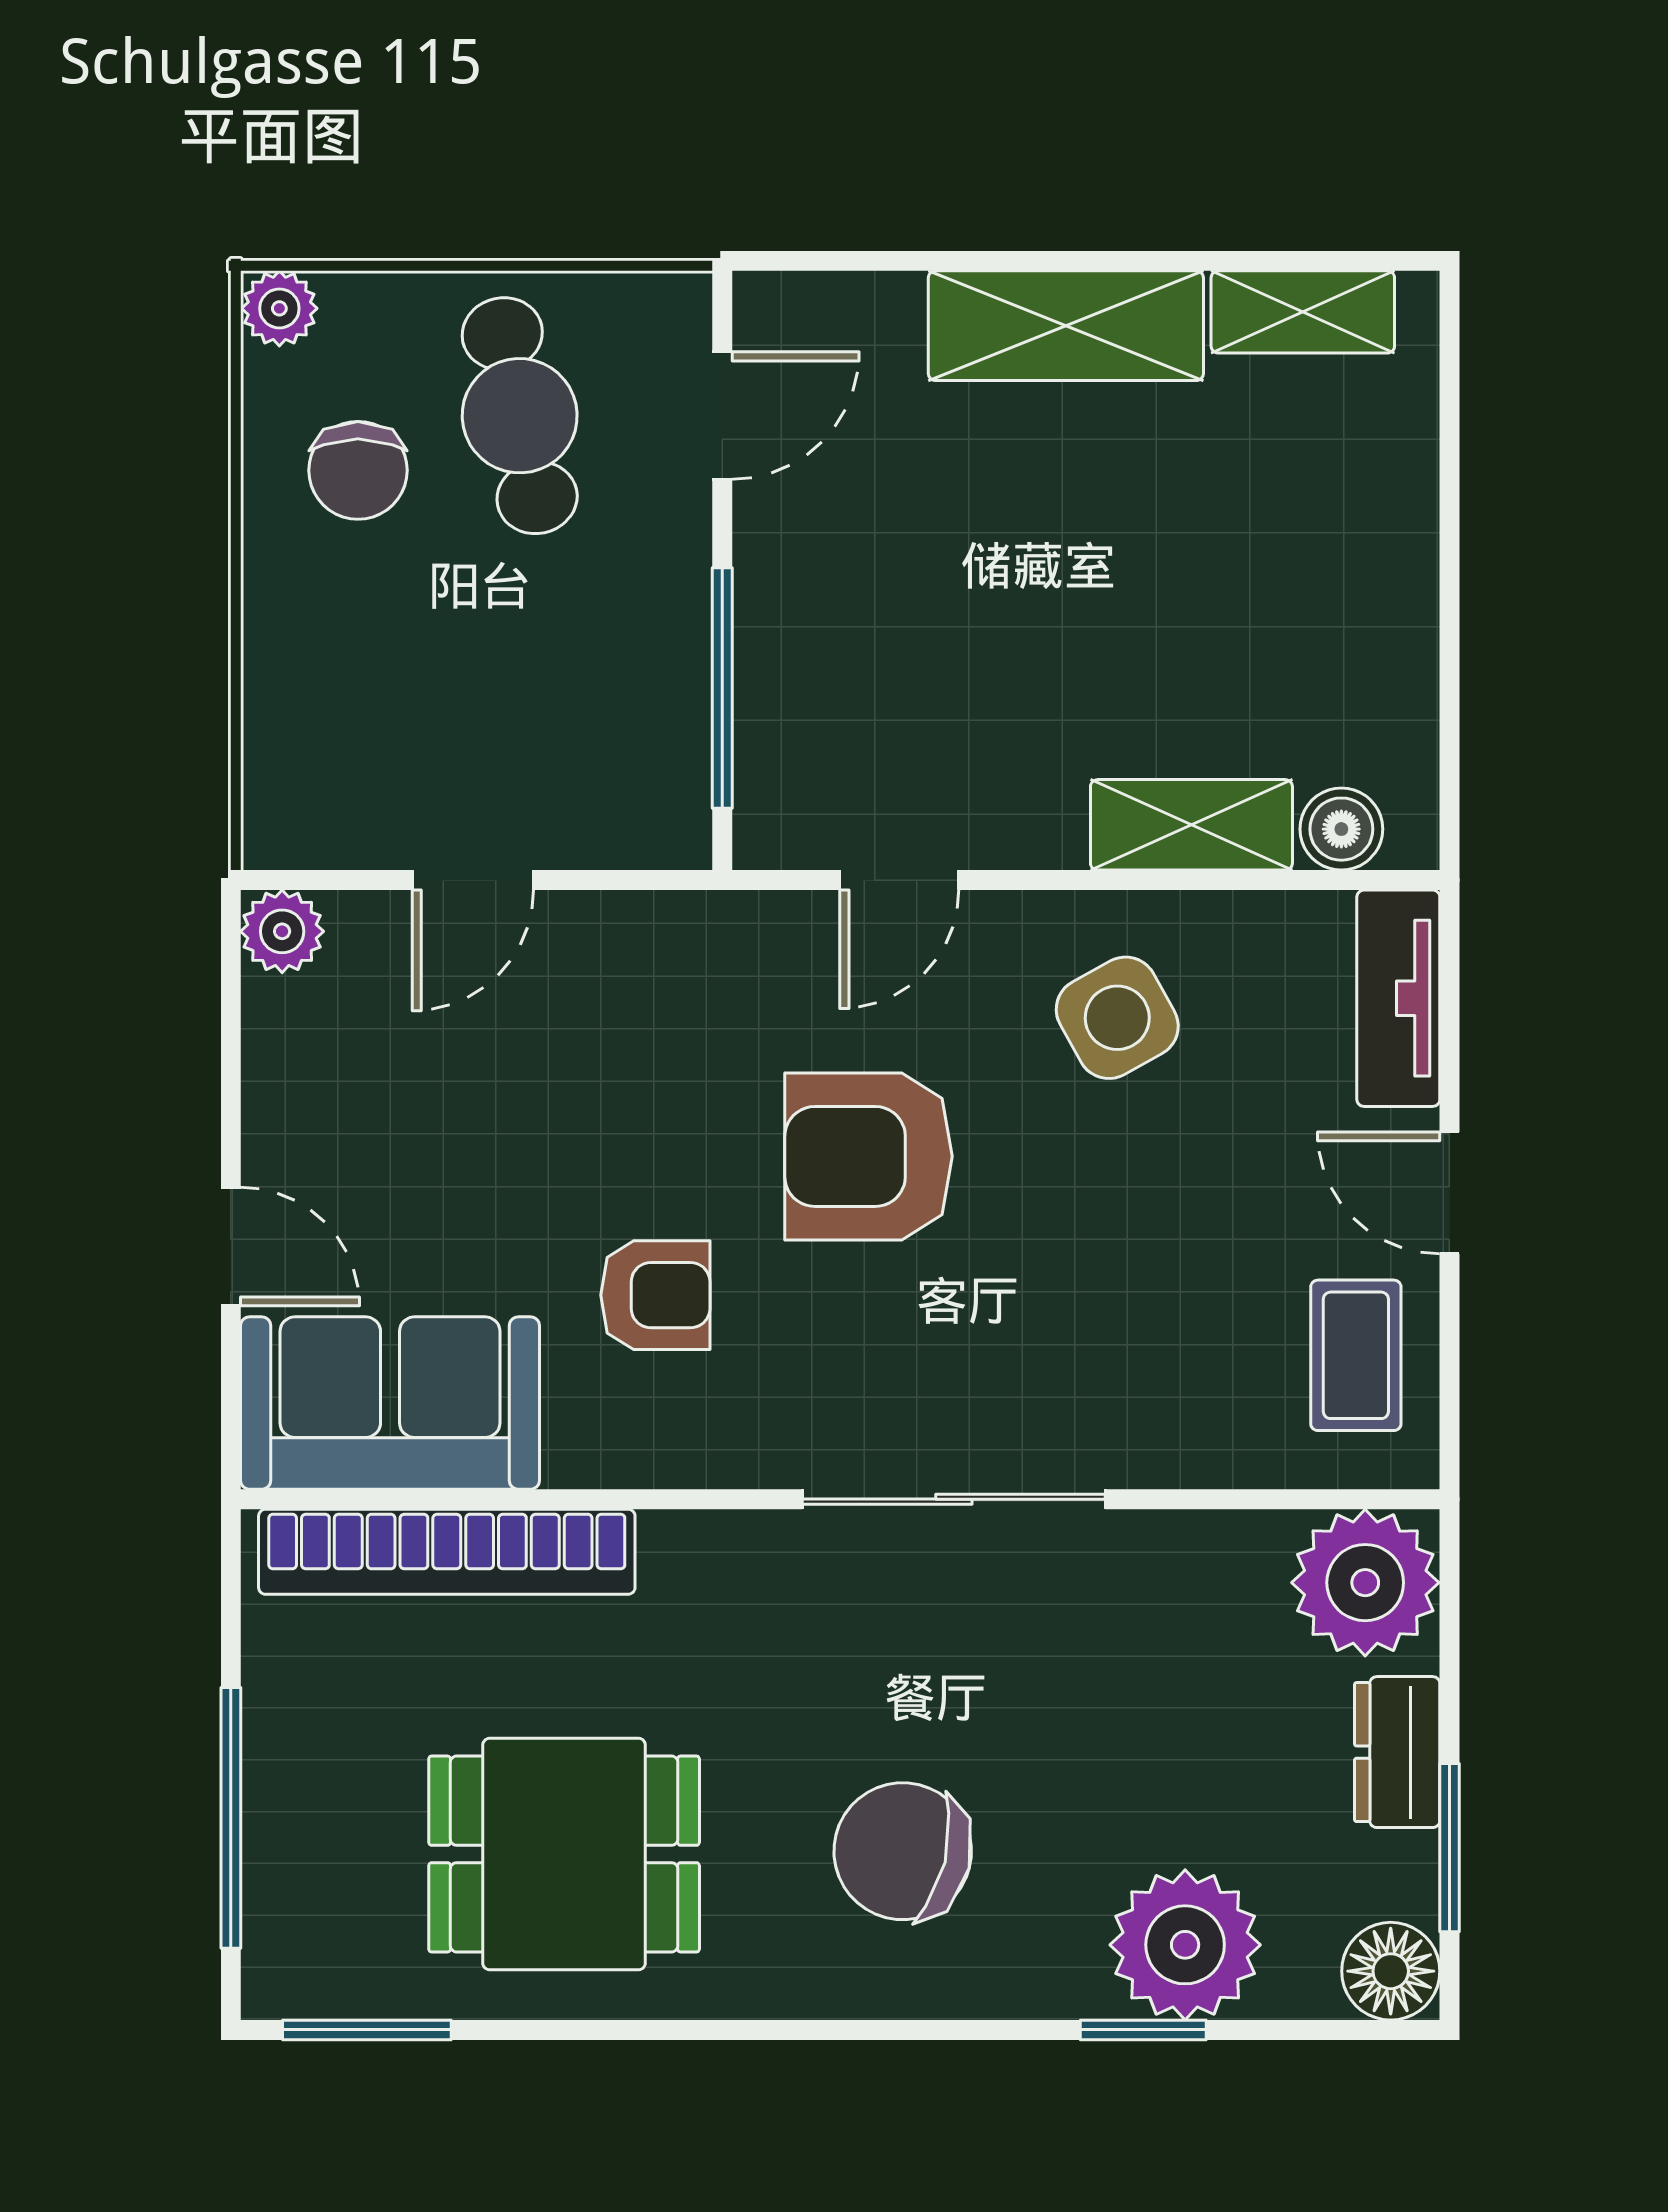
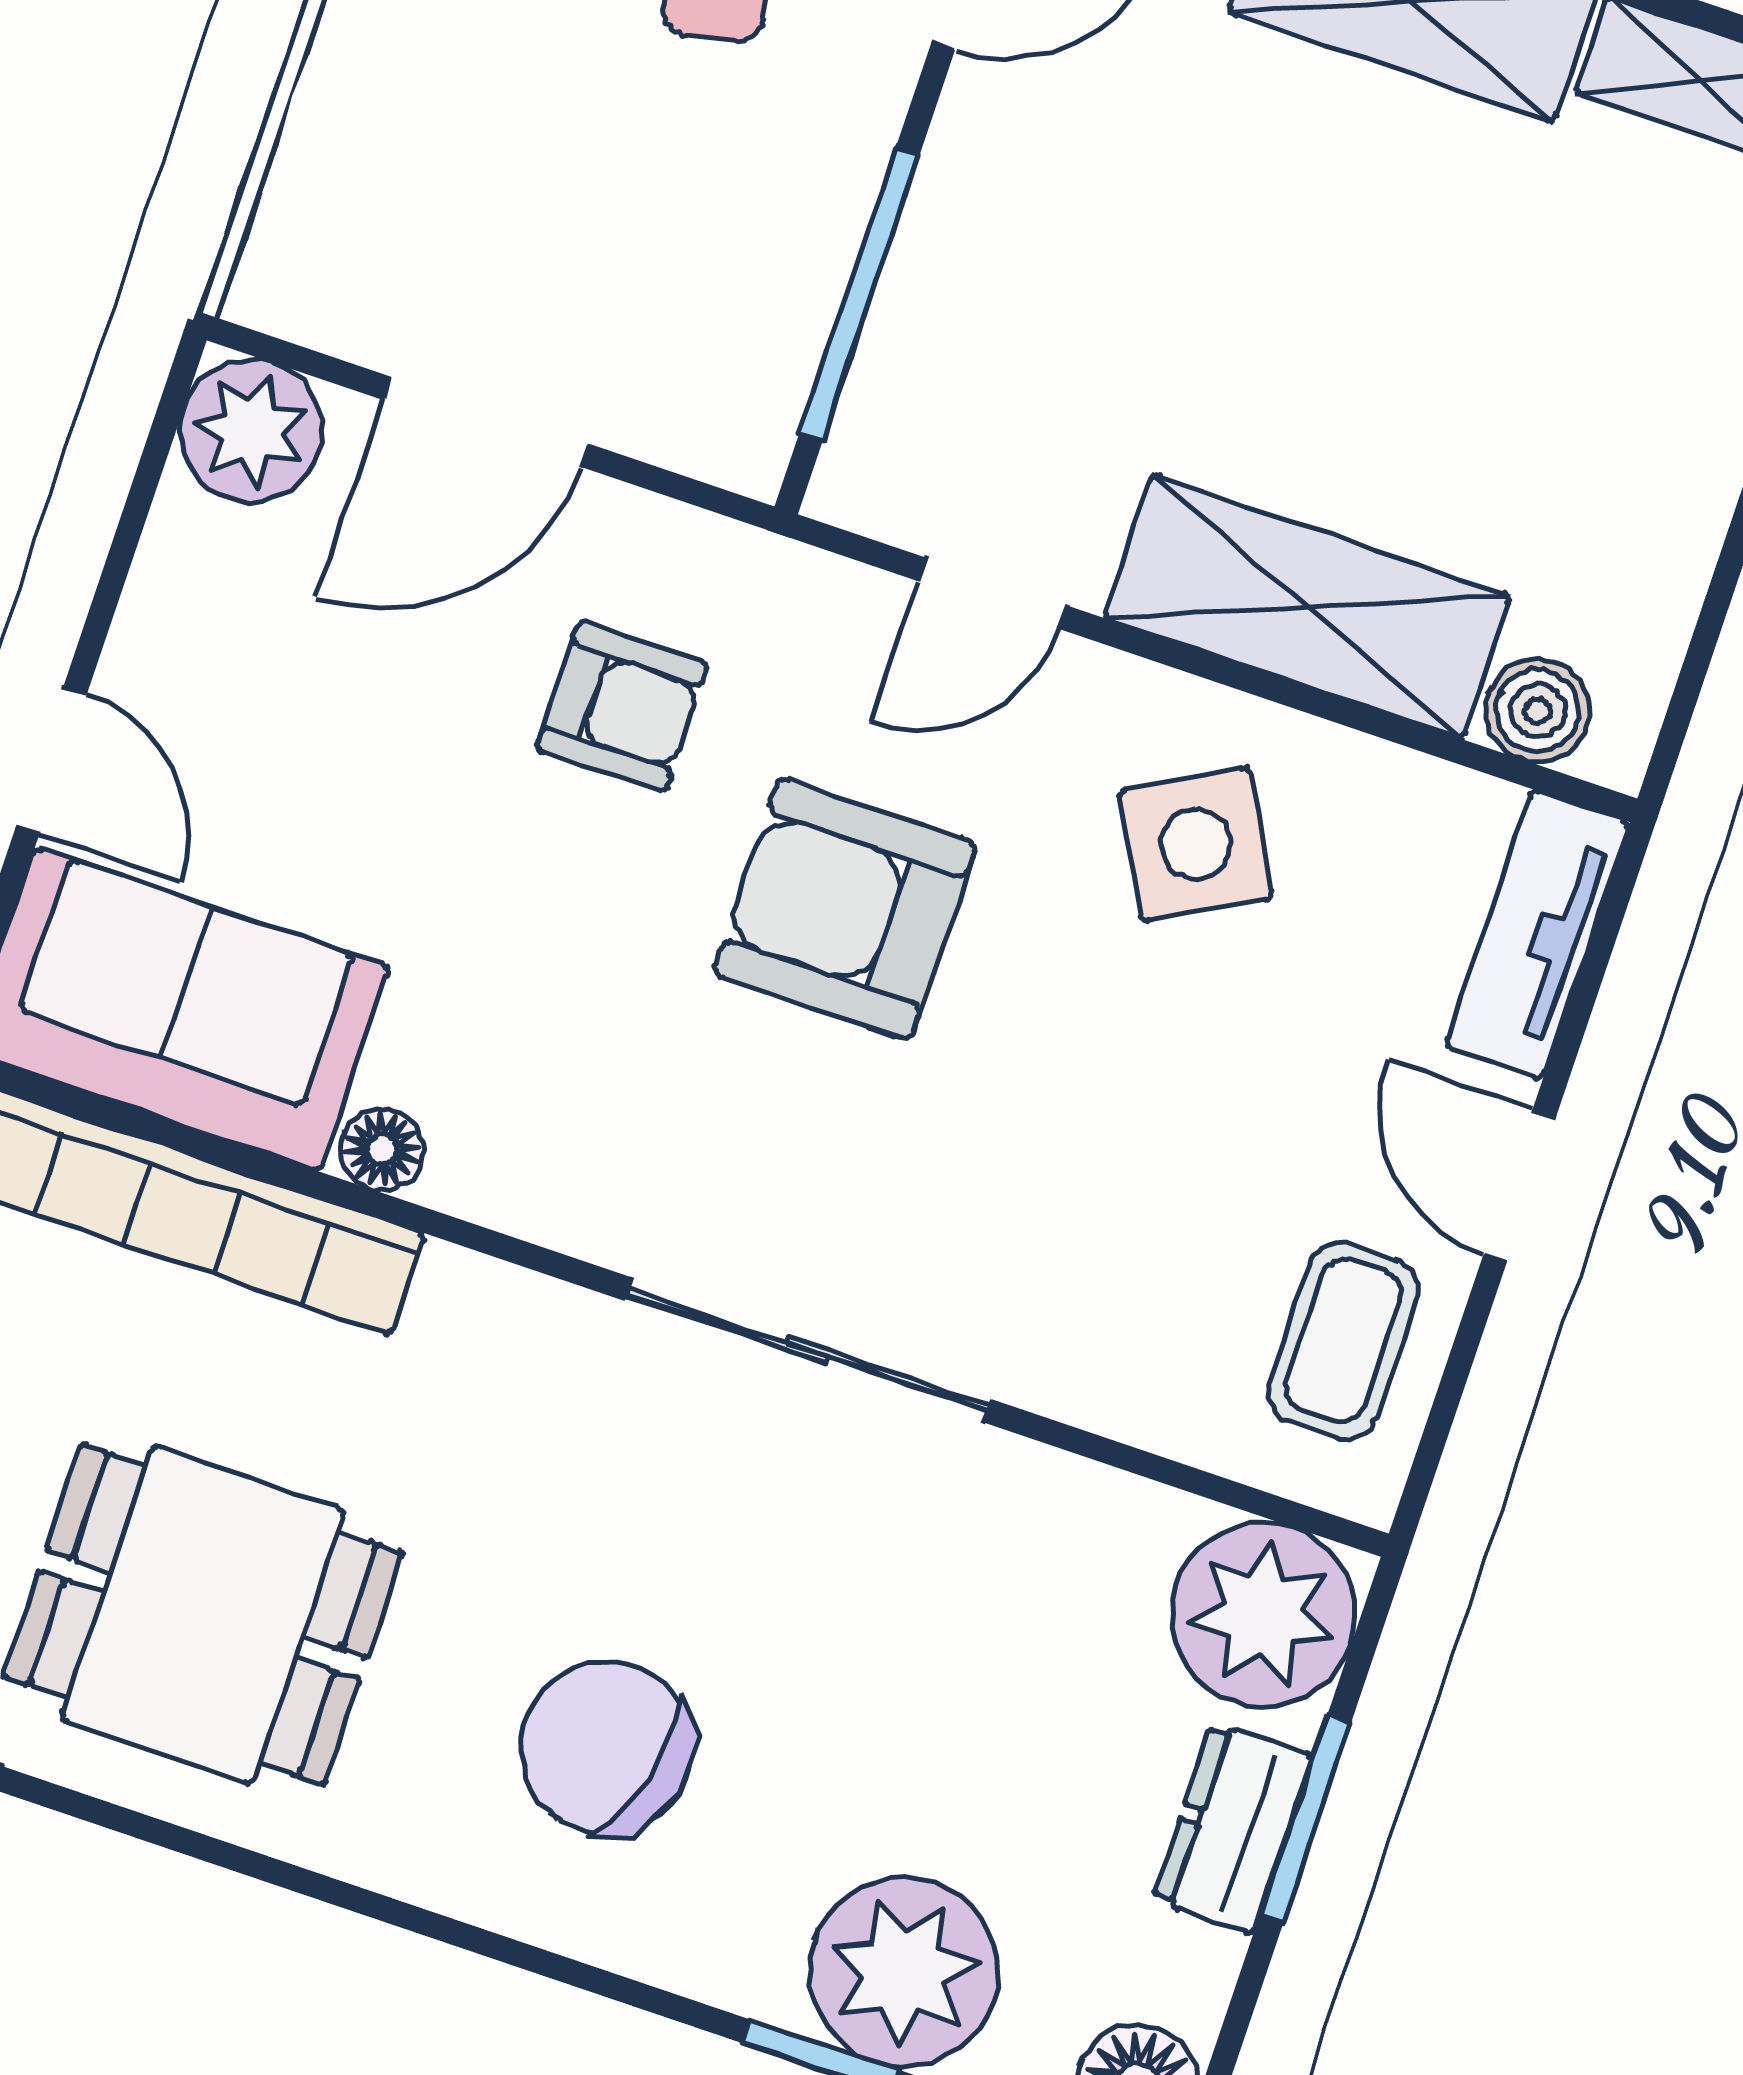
shelving: (1191, 825) -> (1307, 607), width x1.50, depth x1.33
door: (473, 880) -> (486, 422), width x1.38
plant: (282, 931) -> (251, 431), width x1.38, depth x1.38
armchair: (655, 1295) -> (622, 707), moved
floor lamp: (580, 1456) -> (382, 1149), added
window: (1449, 1848) -> (1305, 1819), moved

